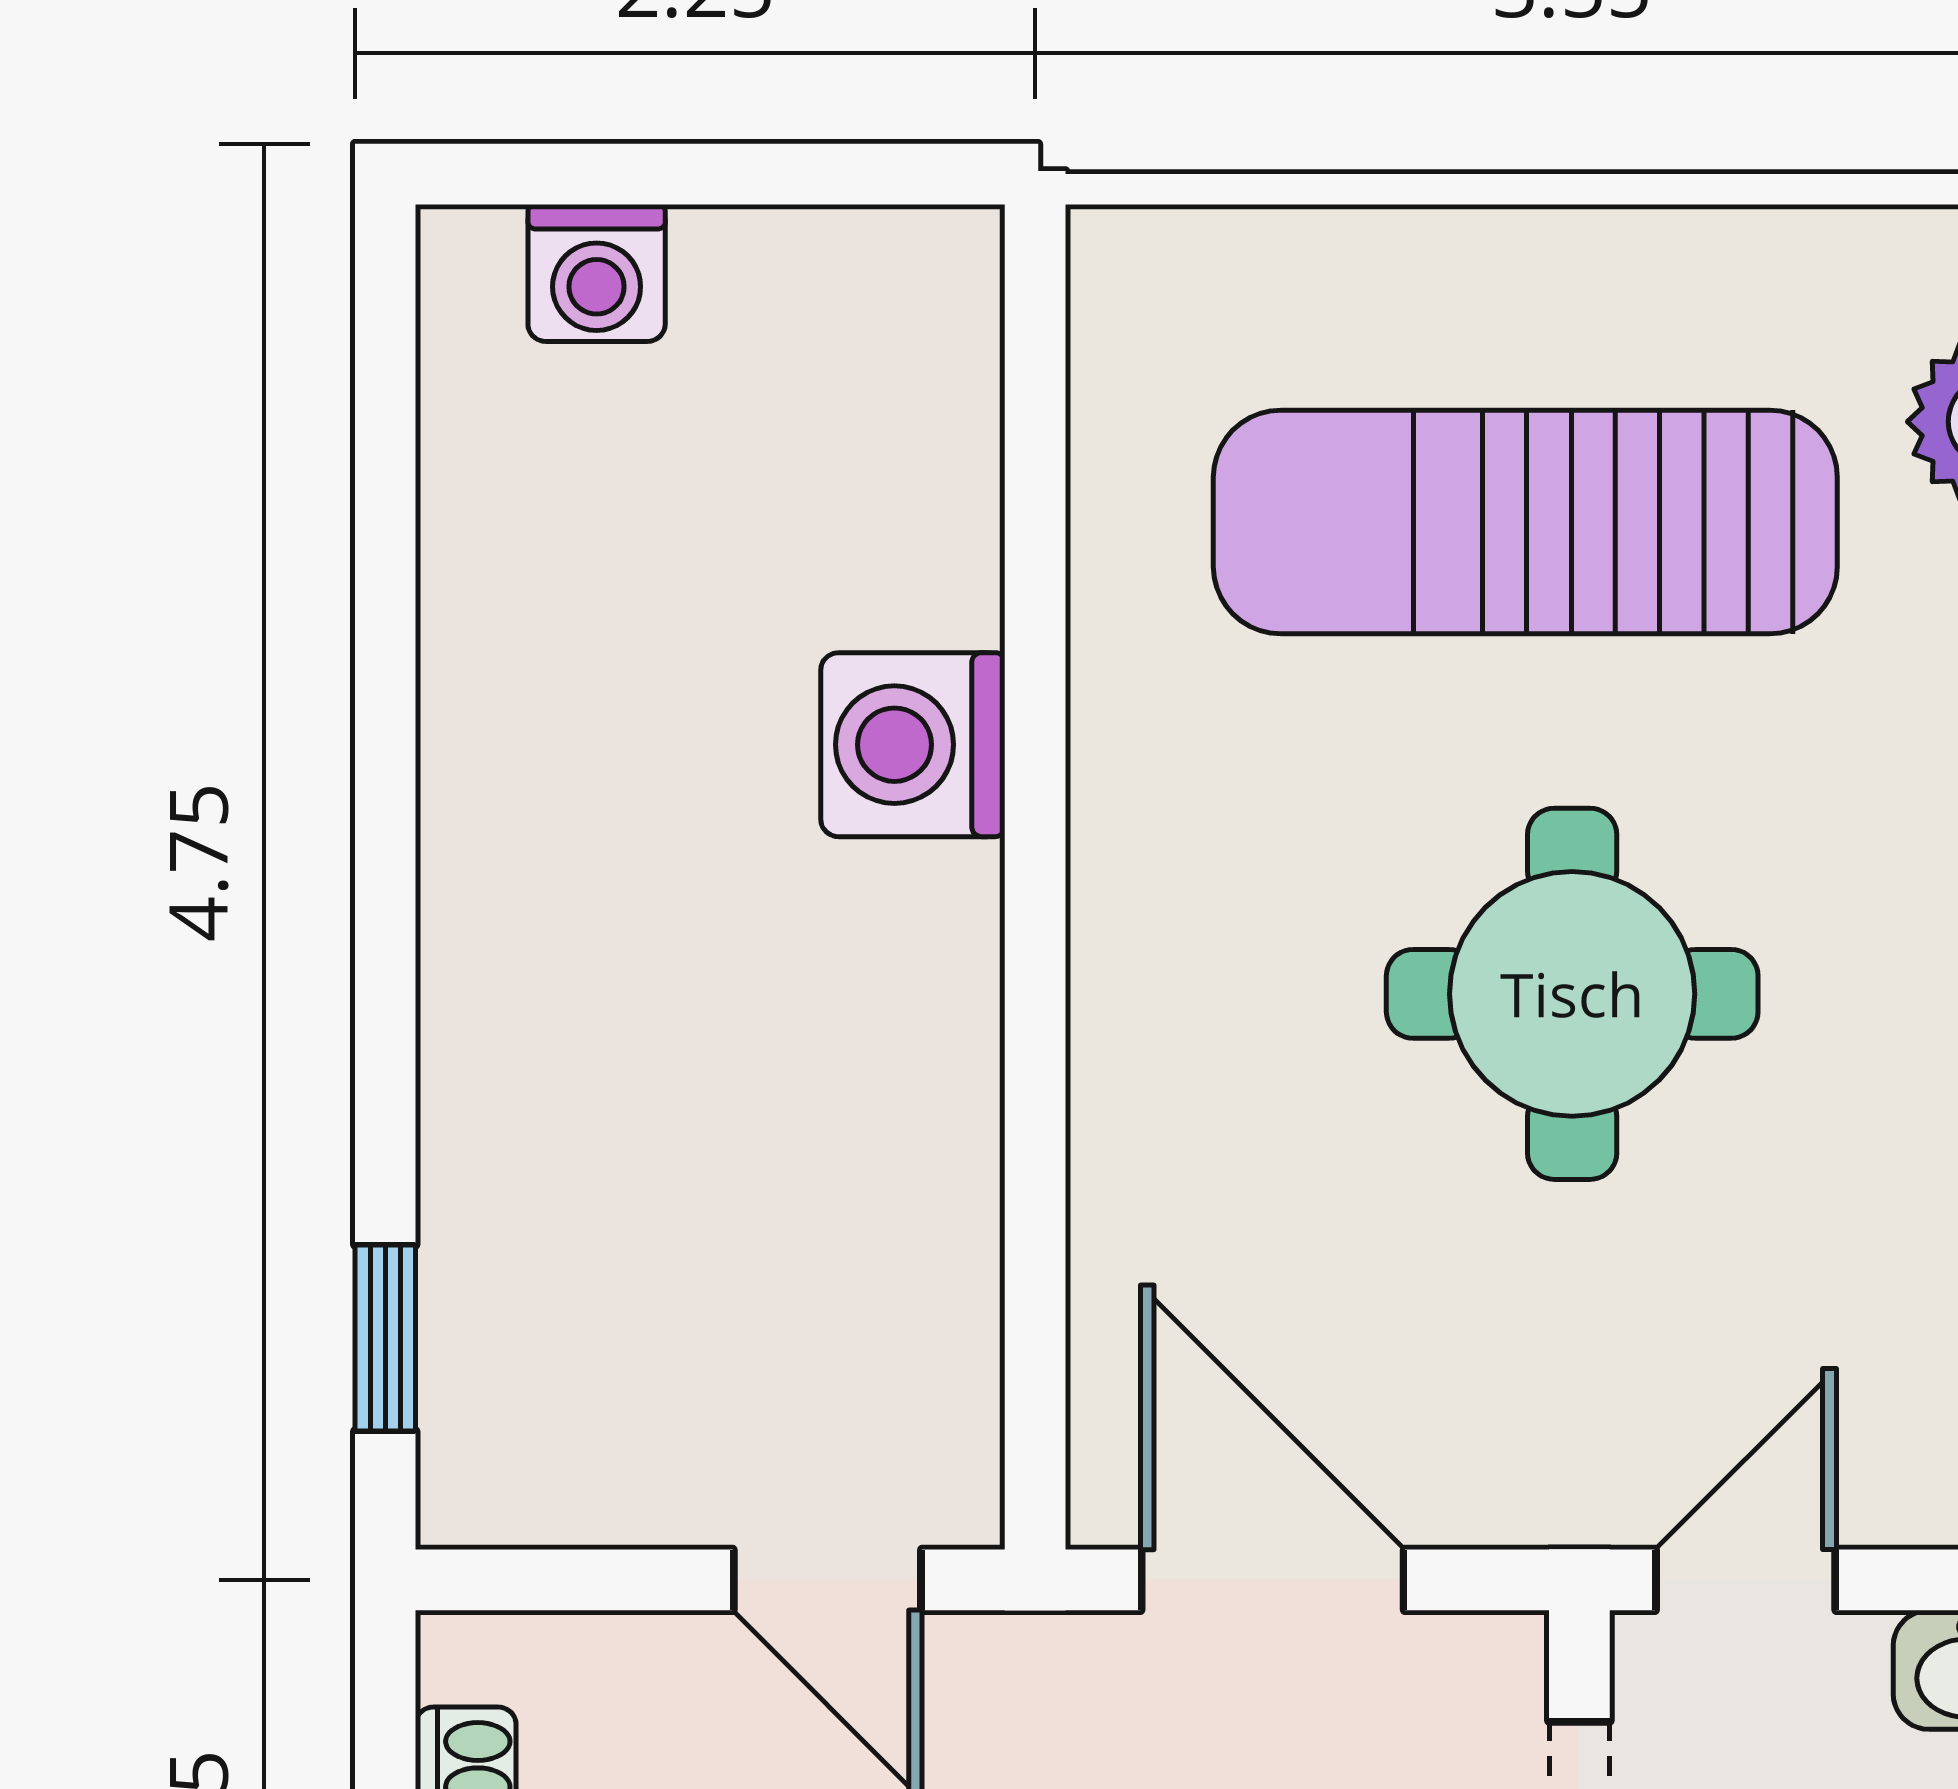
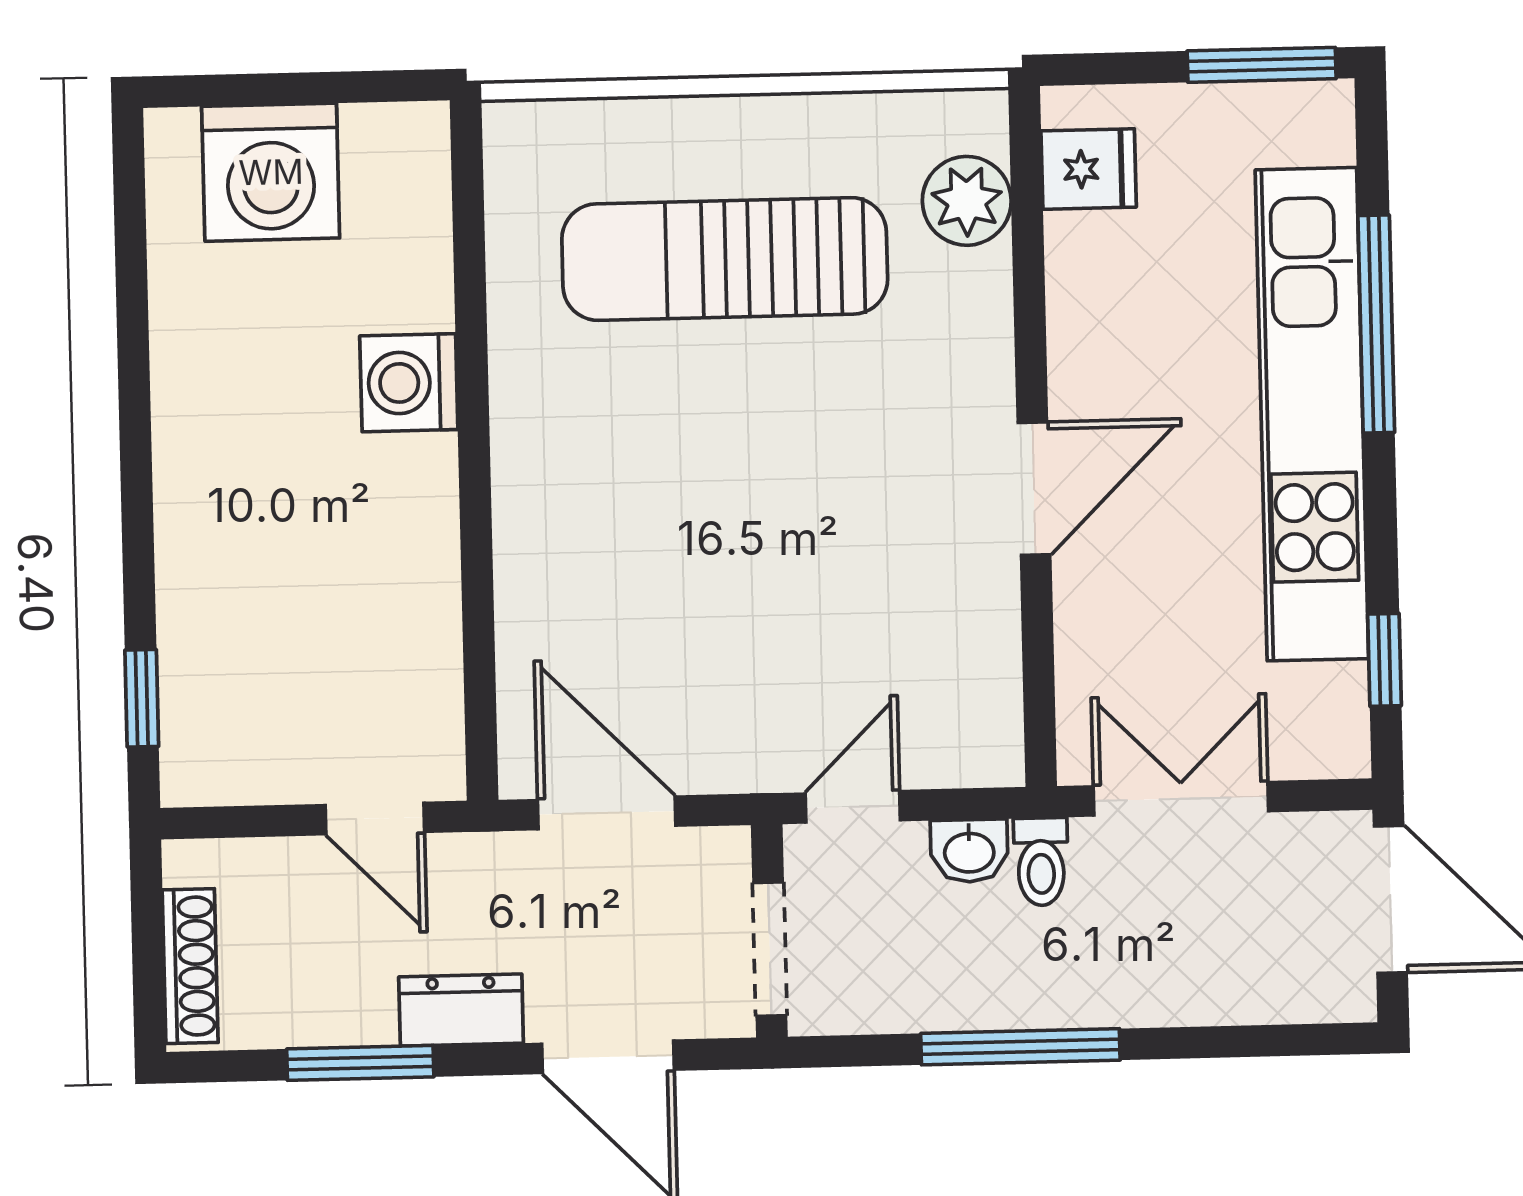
washing machine: (597, 273) -> (271, 172), width x1.89, depth x1.89
round table: (1572, 994) -> (755, 504), removed

